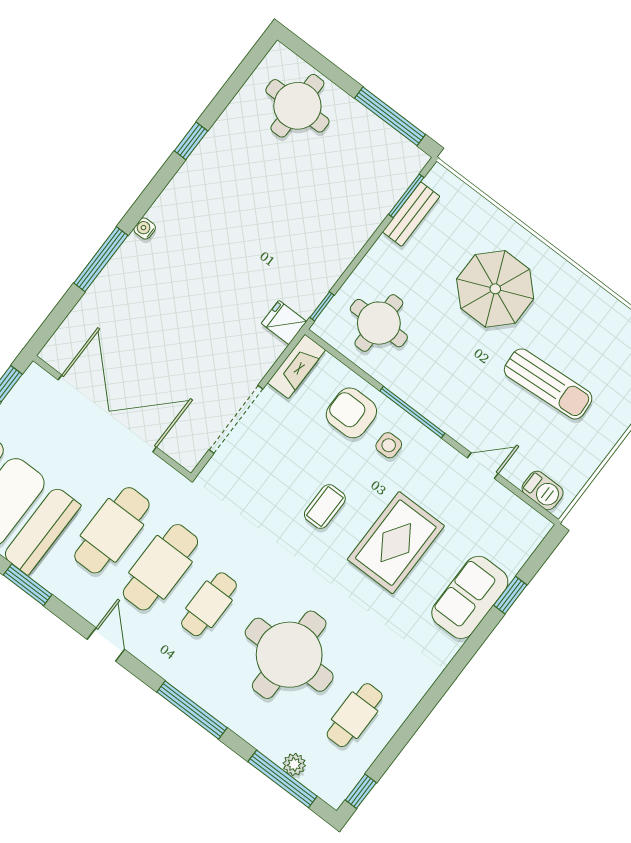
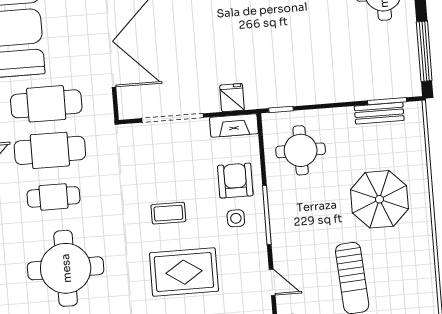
fridge: (284, 323) -> (232, 98), moved

